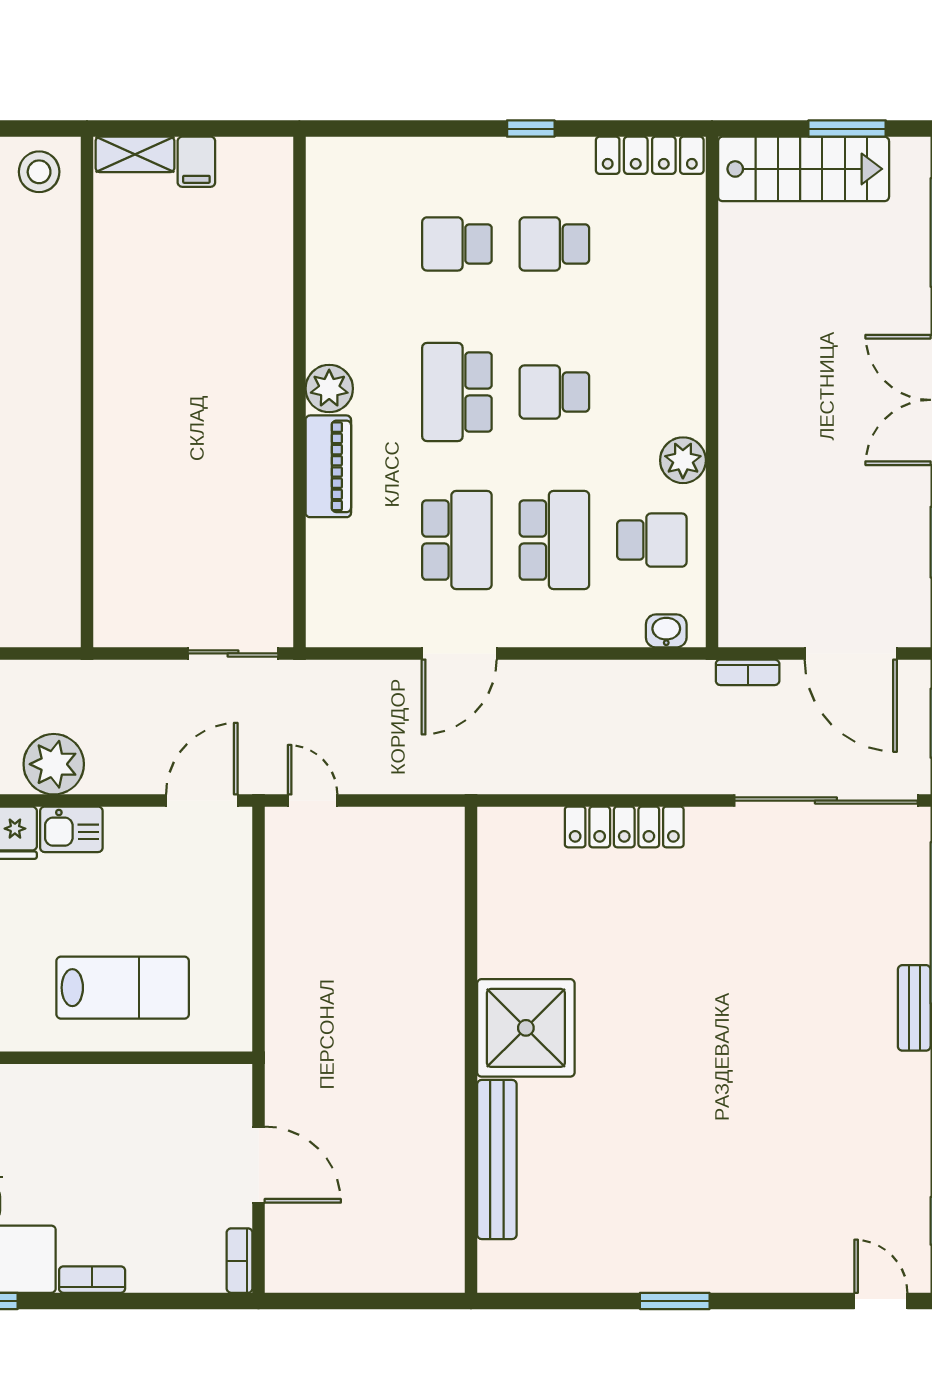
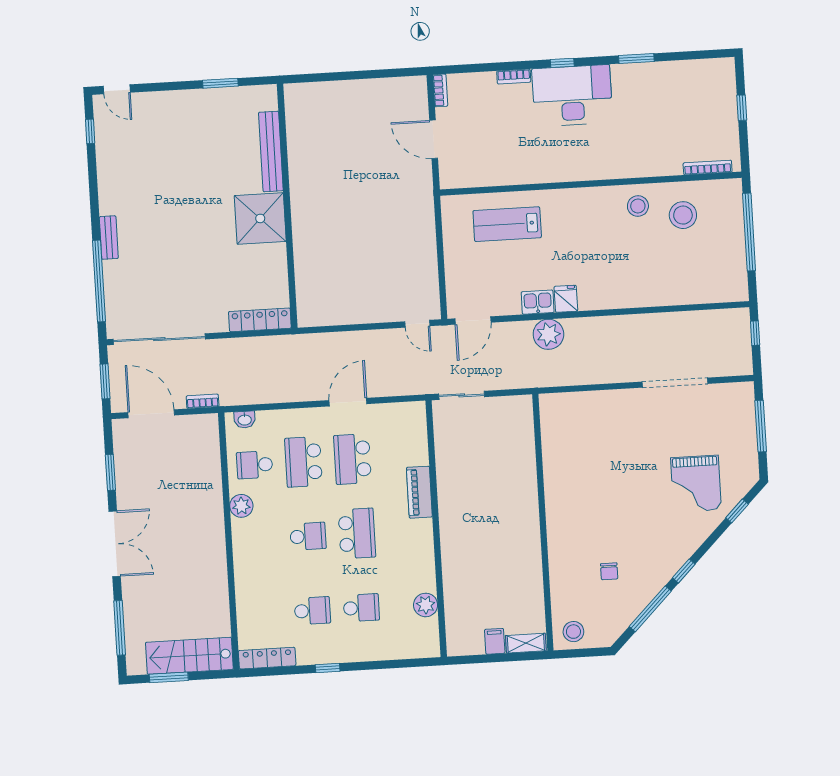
plant: (329, 389) -> (426, 605), moved
shower: (526, 1028) -> (260, 218), moved
wall: (471, 1050) -> (287, 206), moved
bench: (497, 1159) -> (271, 151), moved

